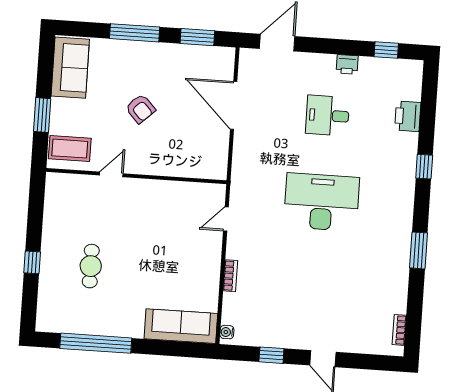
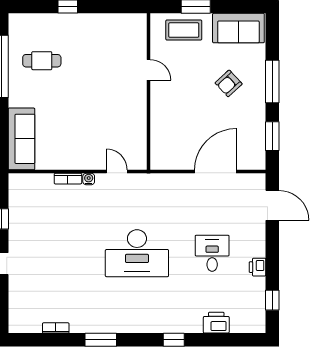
armchair: (140, 109) -> (229, 83), moved
coffee table: (70, 149) -> (184, 30), moved, turned 90
desk: (322, 202) -> (137, 253), turned 90
cafe table: (91, 266) -> (42, 61), moved
bookcase: (399, 330) -> (56, 328), moved
water cooler: (227, 332) -> (89, 179), moved

